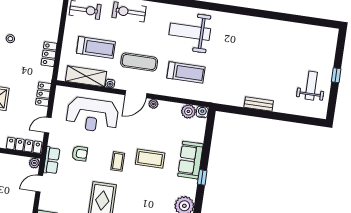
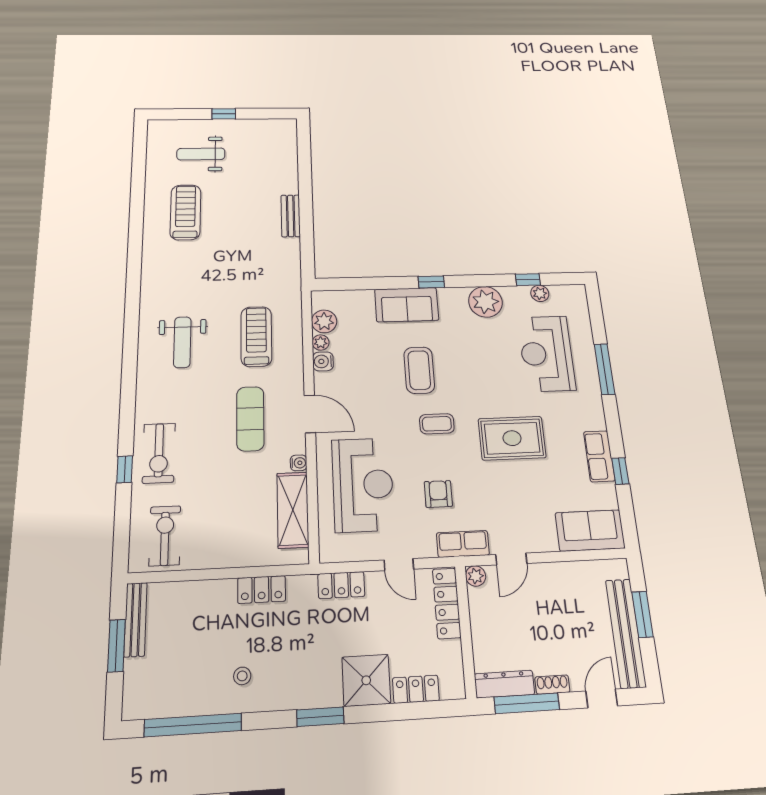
weight bench: (190, 32) -> (182, 342), width x0.73, depth x0.75
treadmill: (96, 47) -> (185, 212), moved
weight bench: (311, 86) -> (201, 154), moved
plant: (153, 104) -> (321, 343), moved
water cooler: (202, 112) -> (323, 361), moved
door: (39, 184) -> (511, 559), hinge flipped

